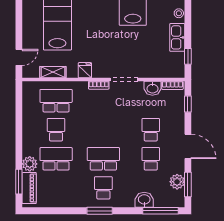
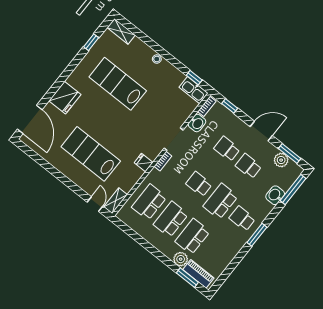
kitchen sink: (177, 37) -> (194, 90), moved
shelving: (53, 72) -> (116, 201), moved
school desk: (56, 130) -> (171, 219), width x1.85
school desk: (103, 130) -> (199, 184), added

